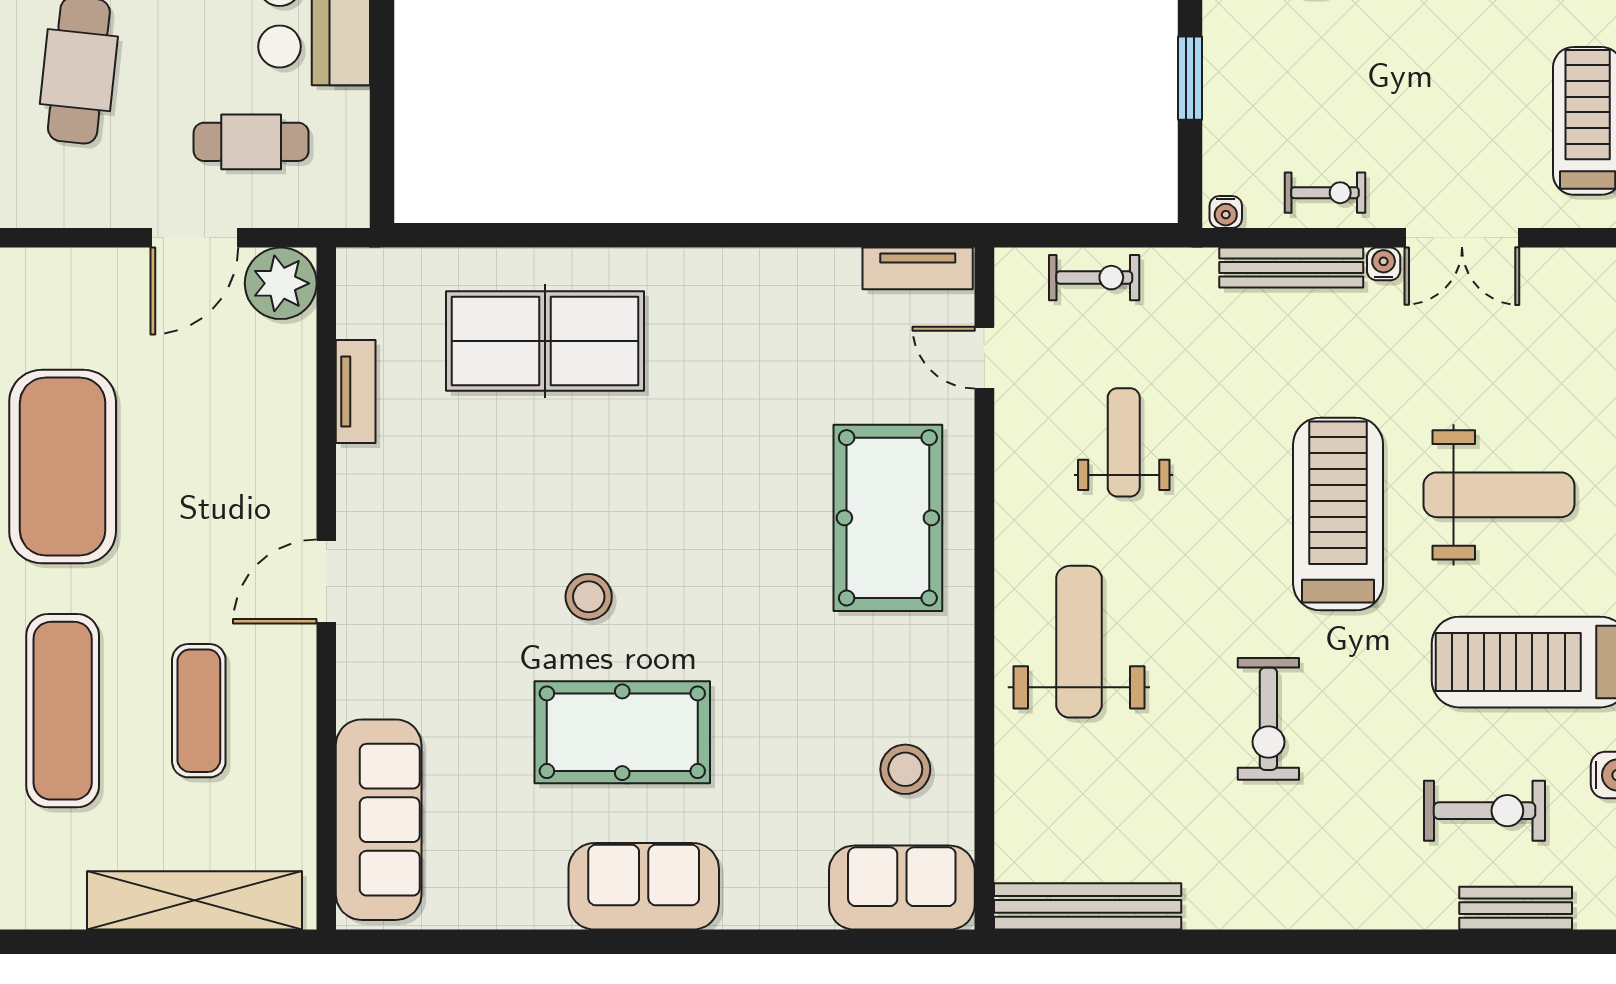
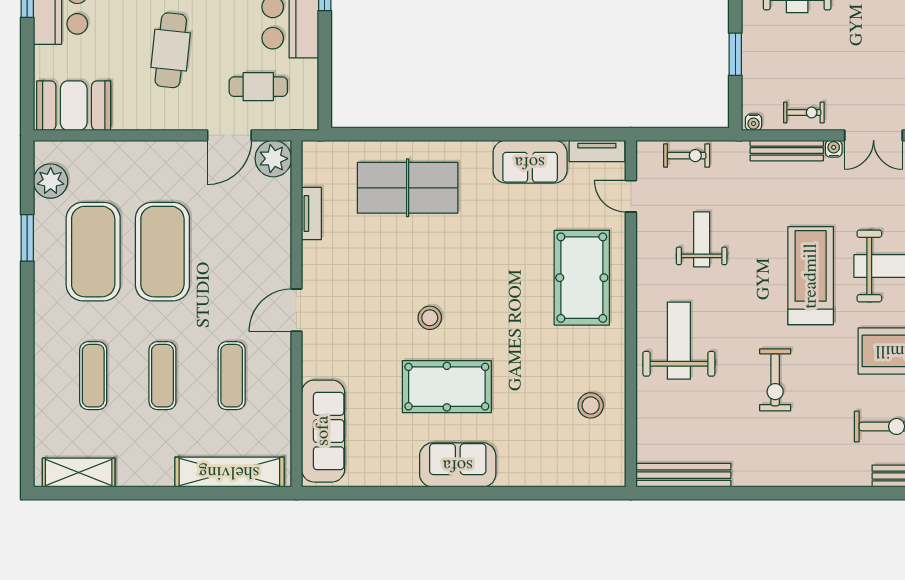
exercise mat: (63, 711) -> (162, 376), width x0.73, depth x0.69
sofa: (902, 888) -> (530, 162), moved, turned 180

